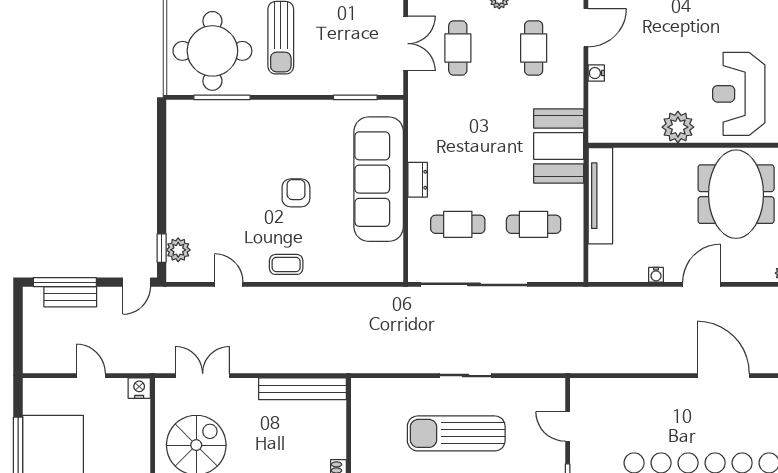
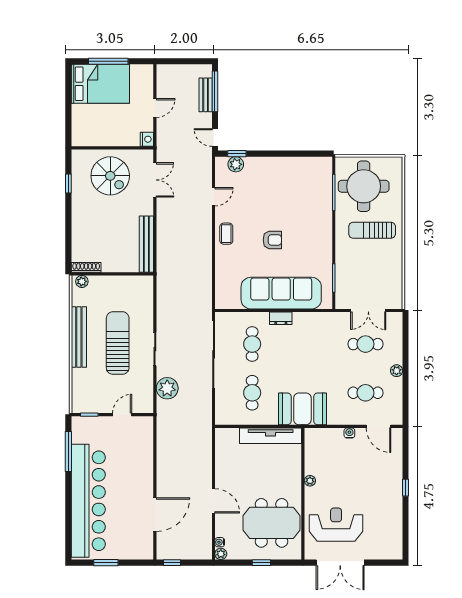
plant: (678, 127) -> (310, 481), width x0.53, depth x0.53
water cooler: (656, 275) -> (220, 542), moved
plant: (527, 356) -> (167, 388), added

